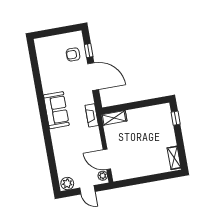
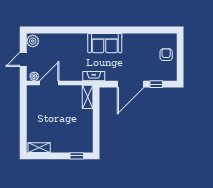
armchair: (73, 54) -> (166, 55), moved

